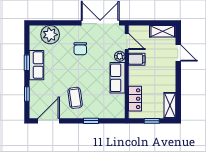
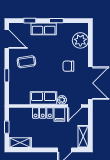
row of seats: (36, 65) -> (44, 29), moved
locker: (135, 99) -> (43, 113), moved

